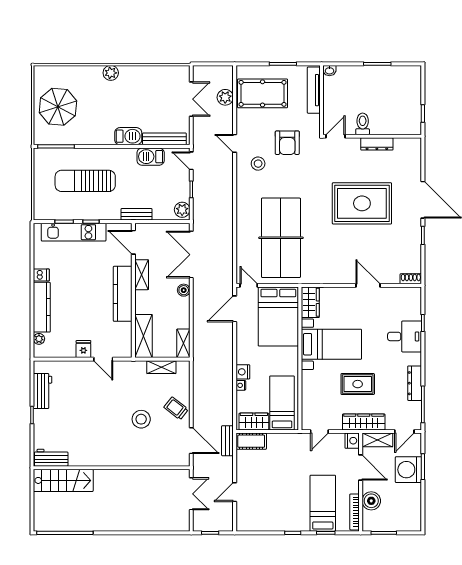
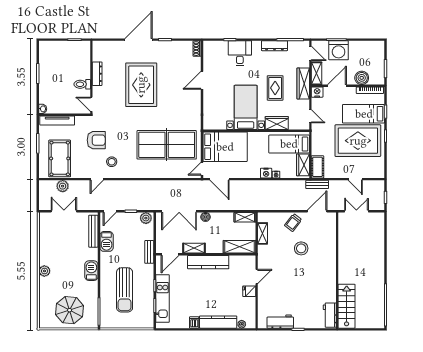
barbecue: (128, 136) -> (91, 271), moved
wardrobe: (310, 302) -> (277, 123), moved
rug: (287, 496) -> (358, 141), added

